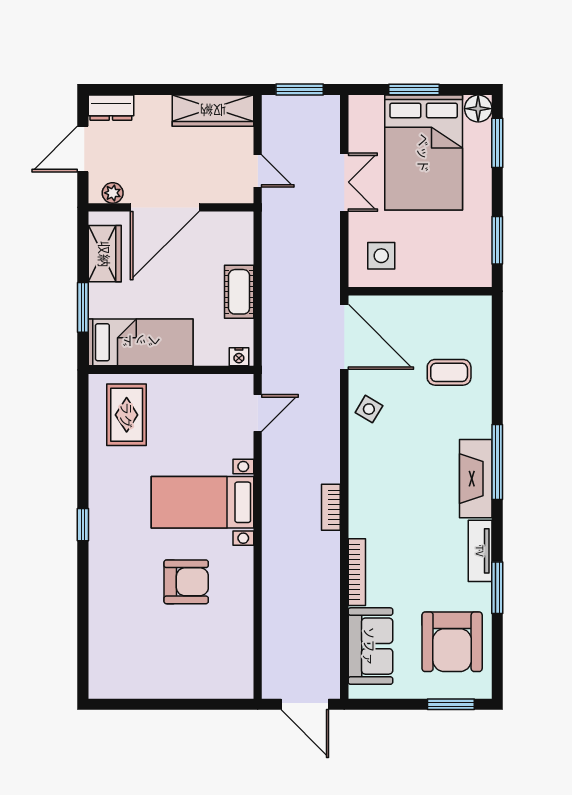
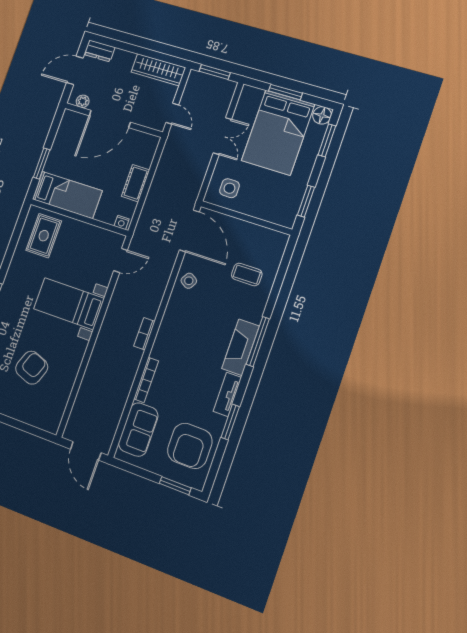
wardrobe: (105, 254) -> (65, 136), removed
armchair: (186, 582) -> (32, 368), moved, turned -69

